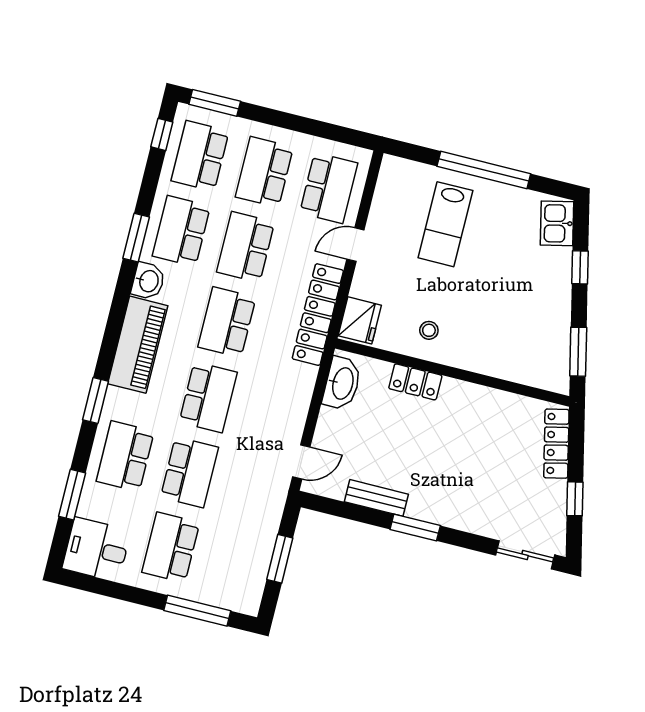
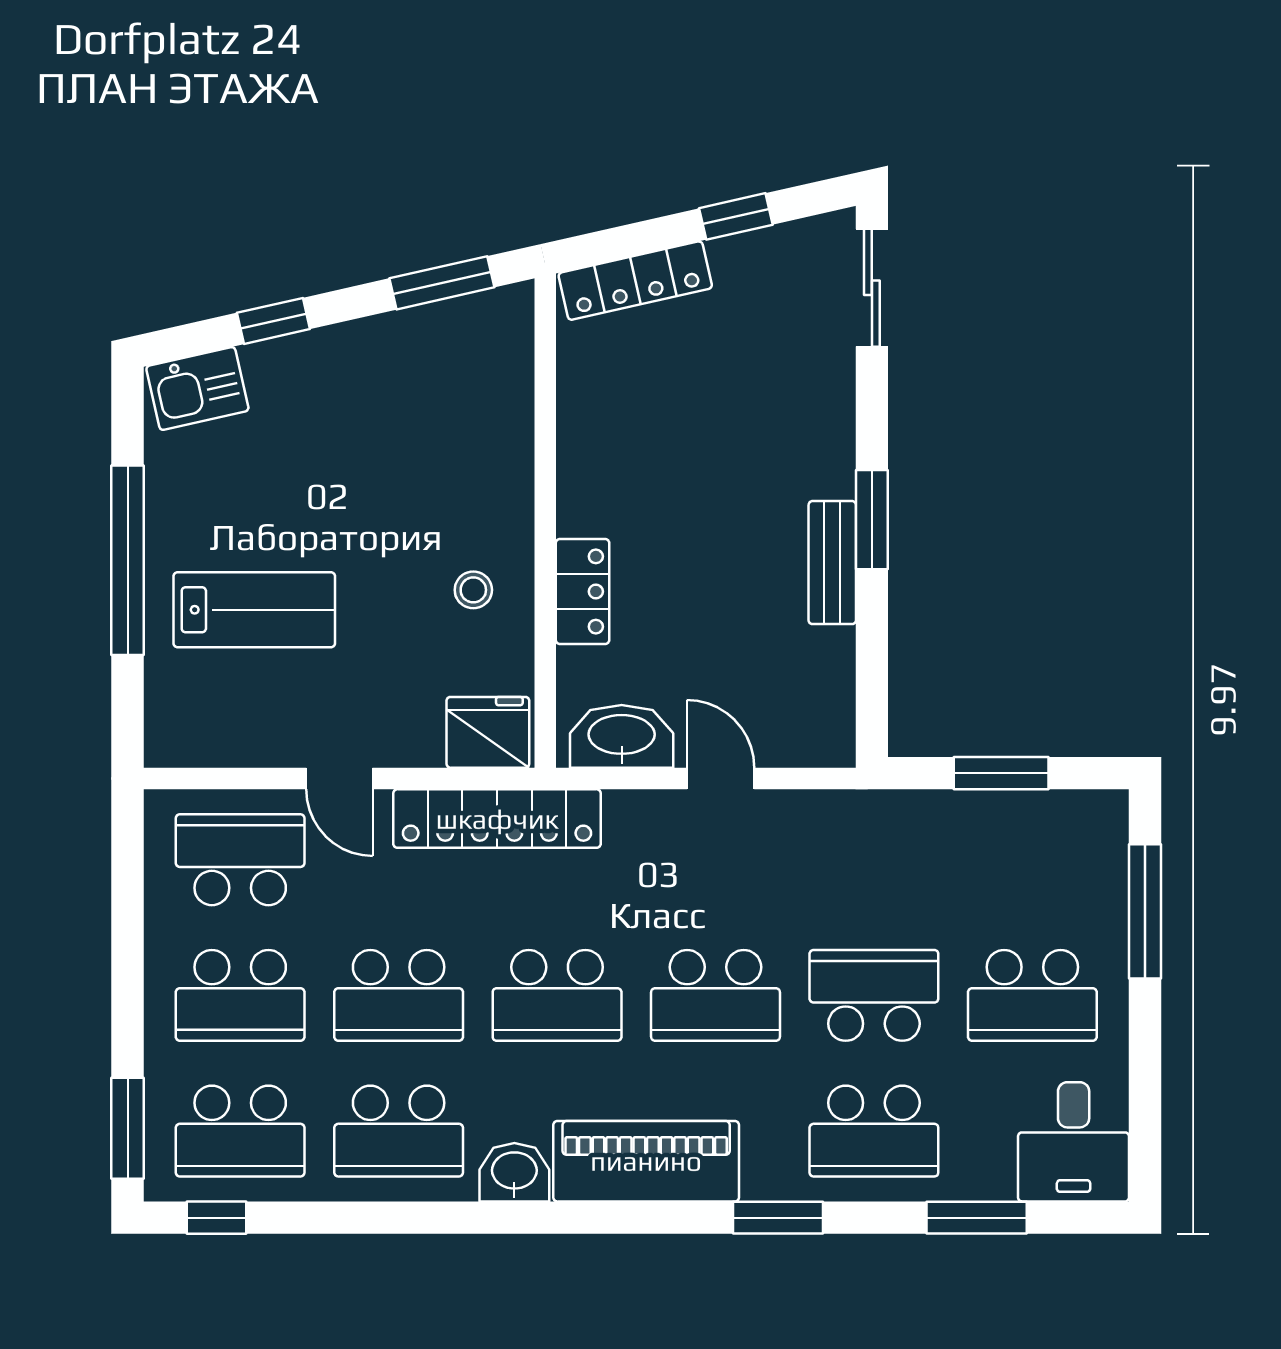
window: (136, 238) -> (434, 1218), removed
school desk: (208, 397) -> (715, 995), turned 180
door: (301, 462) -> (721, 779), moved
bench: (376, 498) -> (832, 563), moved

